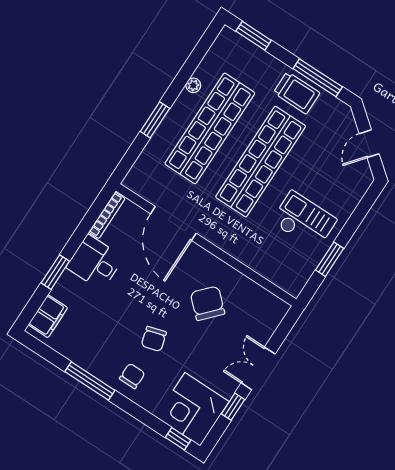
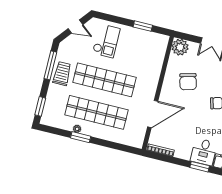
window: (155, 120) -> (81, 137), moved
checkout: (304, 221) -> (106, 41), moved, turned 180
desk: (95, 262) -> (204, 152), moved
chair: (207, 303) -> (188, 82), turned -58
plant: (271, 310) -> (180, 47), added

